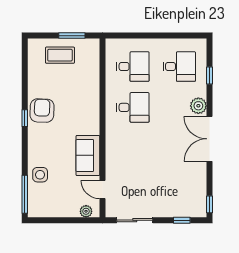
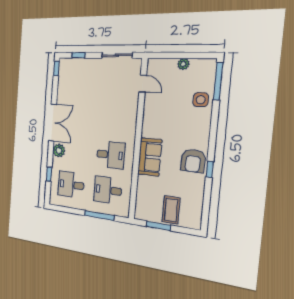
window: (141, 36) -> (99, 215), added
coffee table: (60, 55) -> (171, 210), turned 90
desk: (133, 107) -> (111, 155), turned 180
window: (25, 118) -> (210, 169), moved
sofa: (88, 155) -> (150, 157), moved
plant: (86, 211) -> (183, 64), moved

